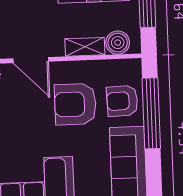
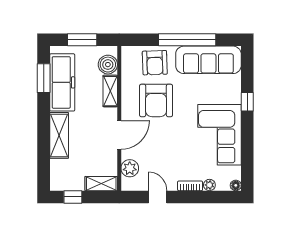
window: (151, 113) -> (187, 40), moved

